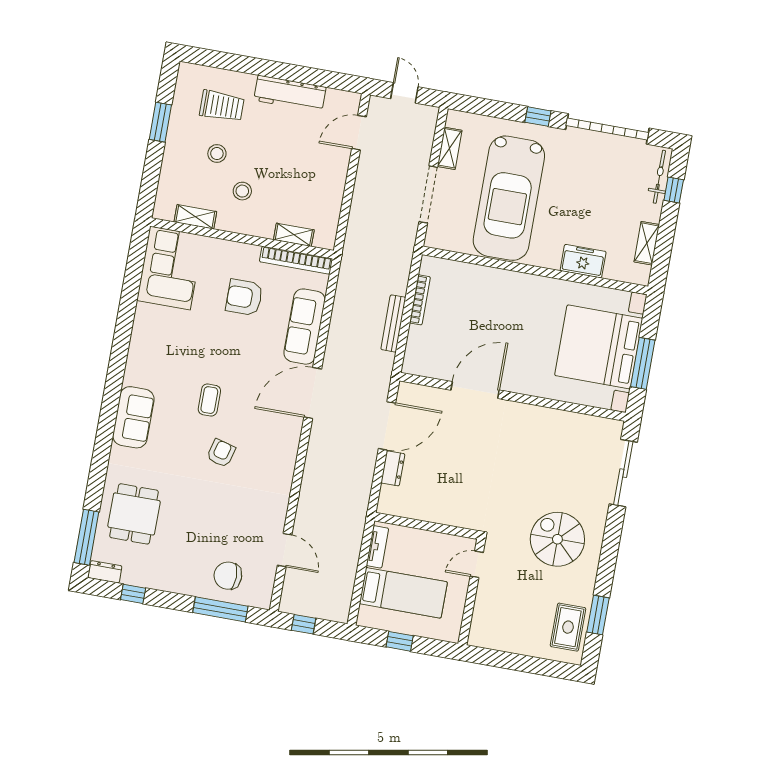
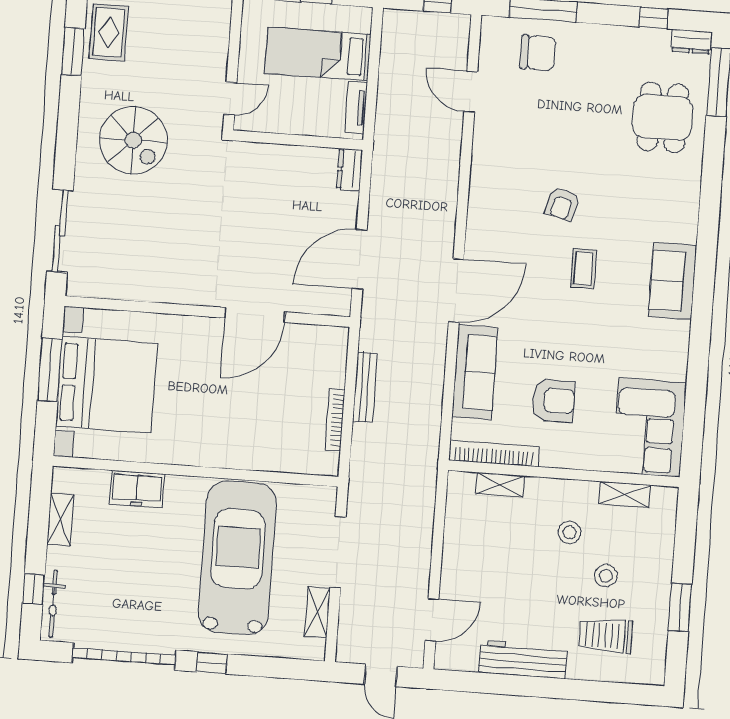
sofa: (133, 417) -> (673, 281), moved
dresser: (393, 468) -> (350, 170), moved

